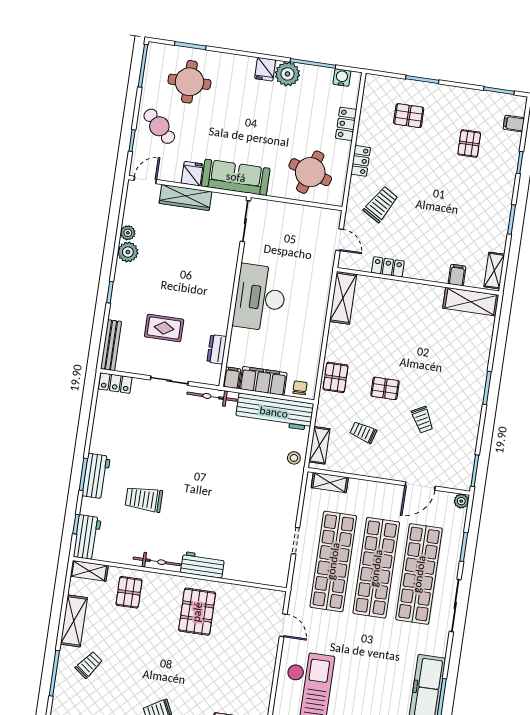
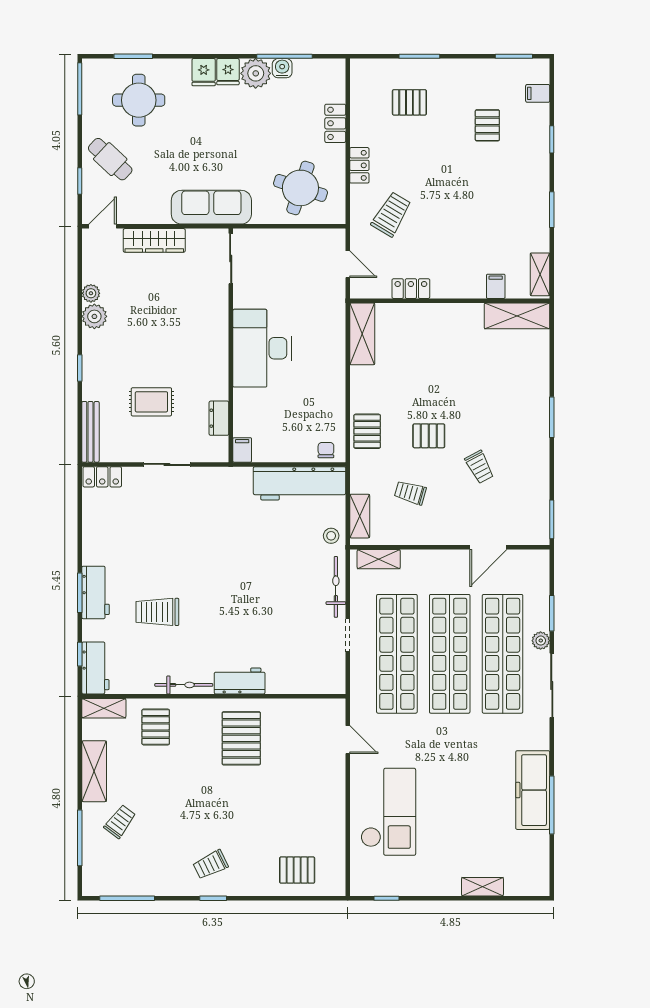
water cooler: (342, 78) -> (282, 68), moved
fridge: (192, 174) -> (204, 72), moved, turned 180
filing cabinet: (263, 381) -> (281, 448), removed
bicycle: (212, 397) -> (336, 587), moved, turned 90
plant: (461, 501) -> (541, 641), moved

